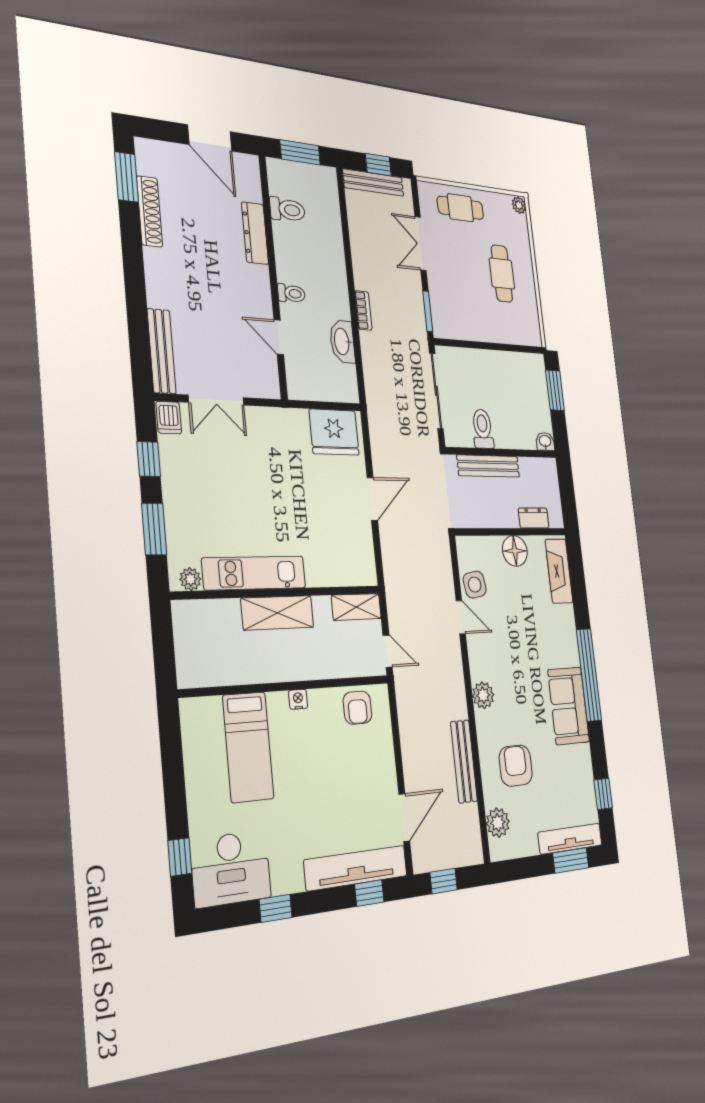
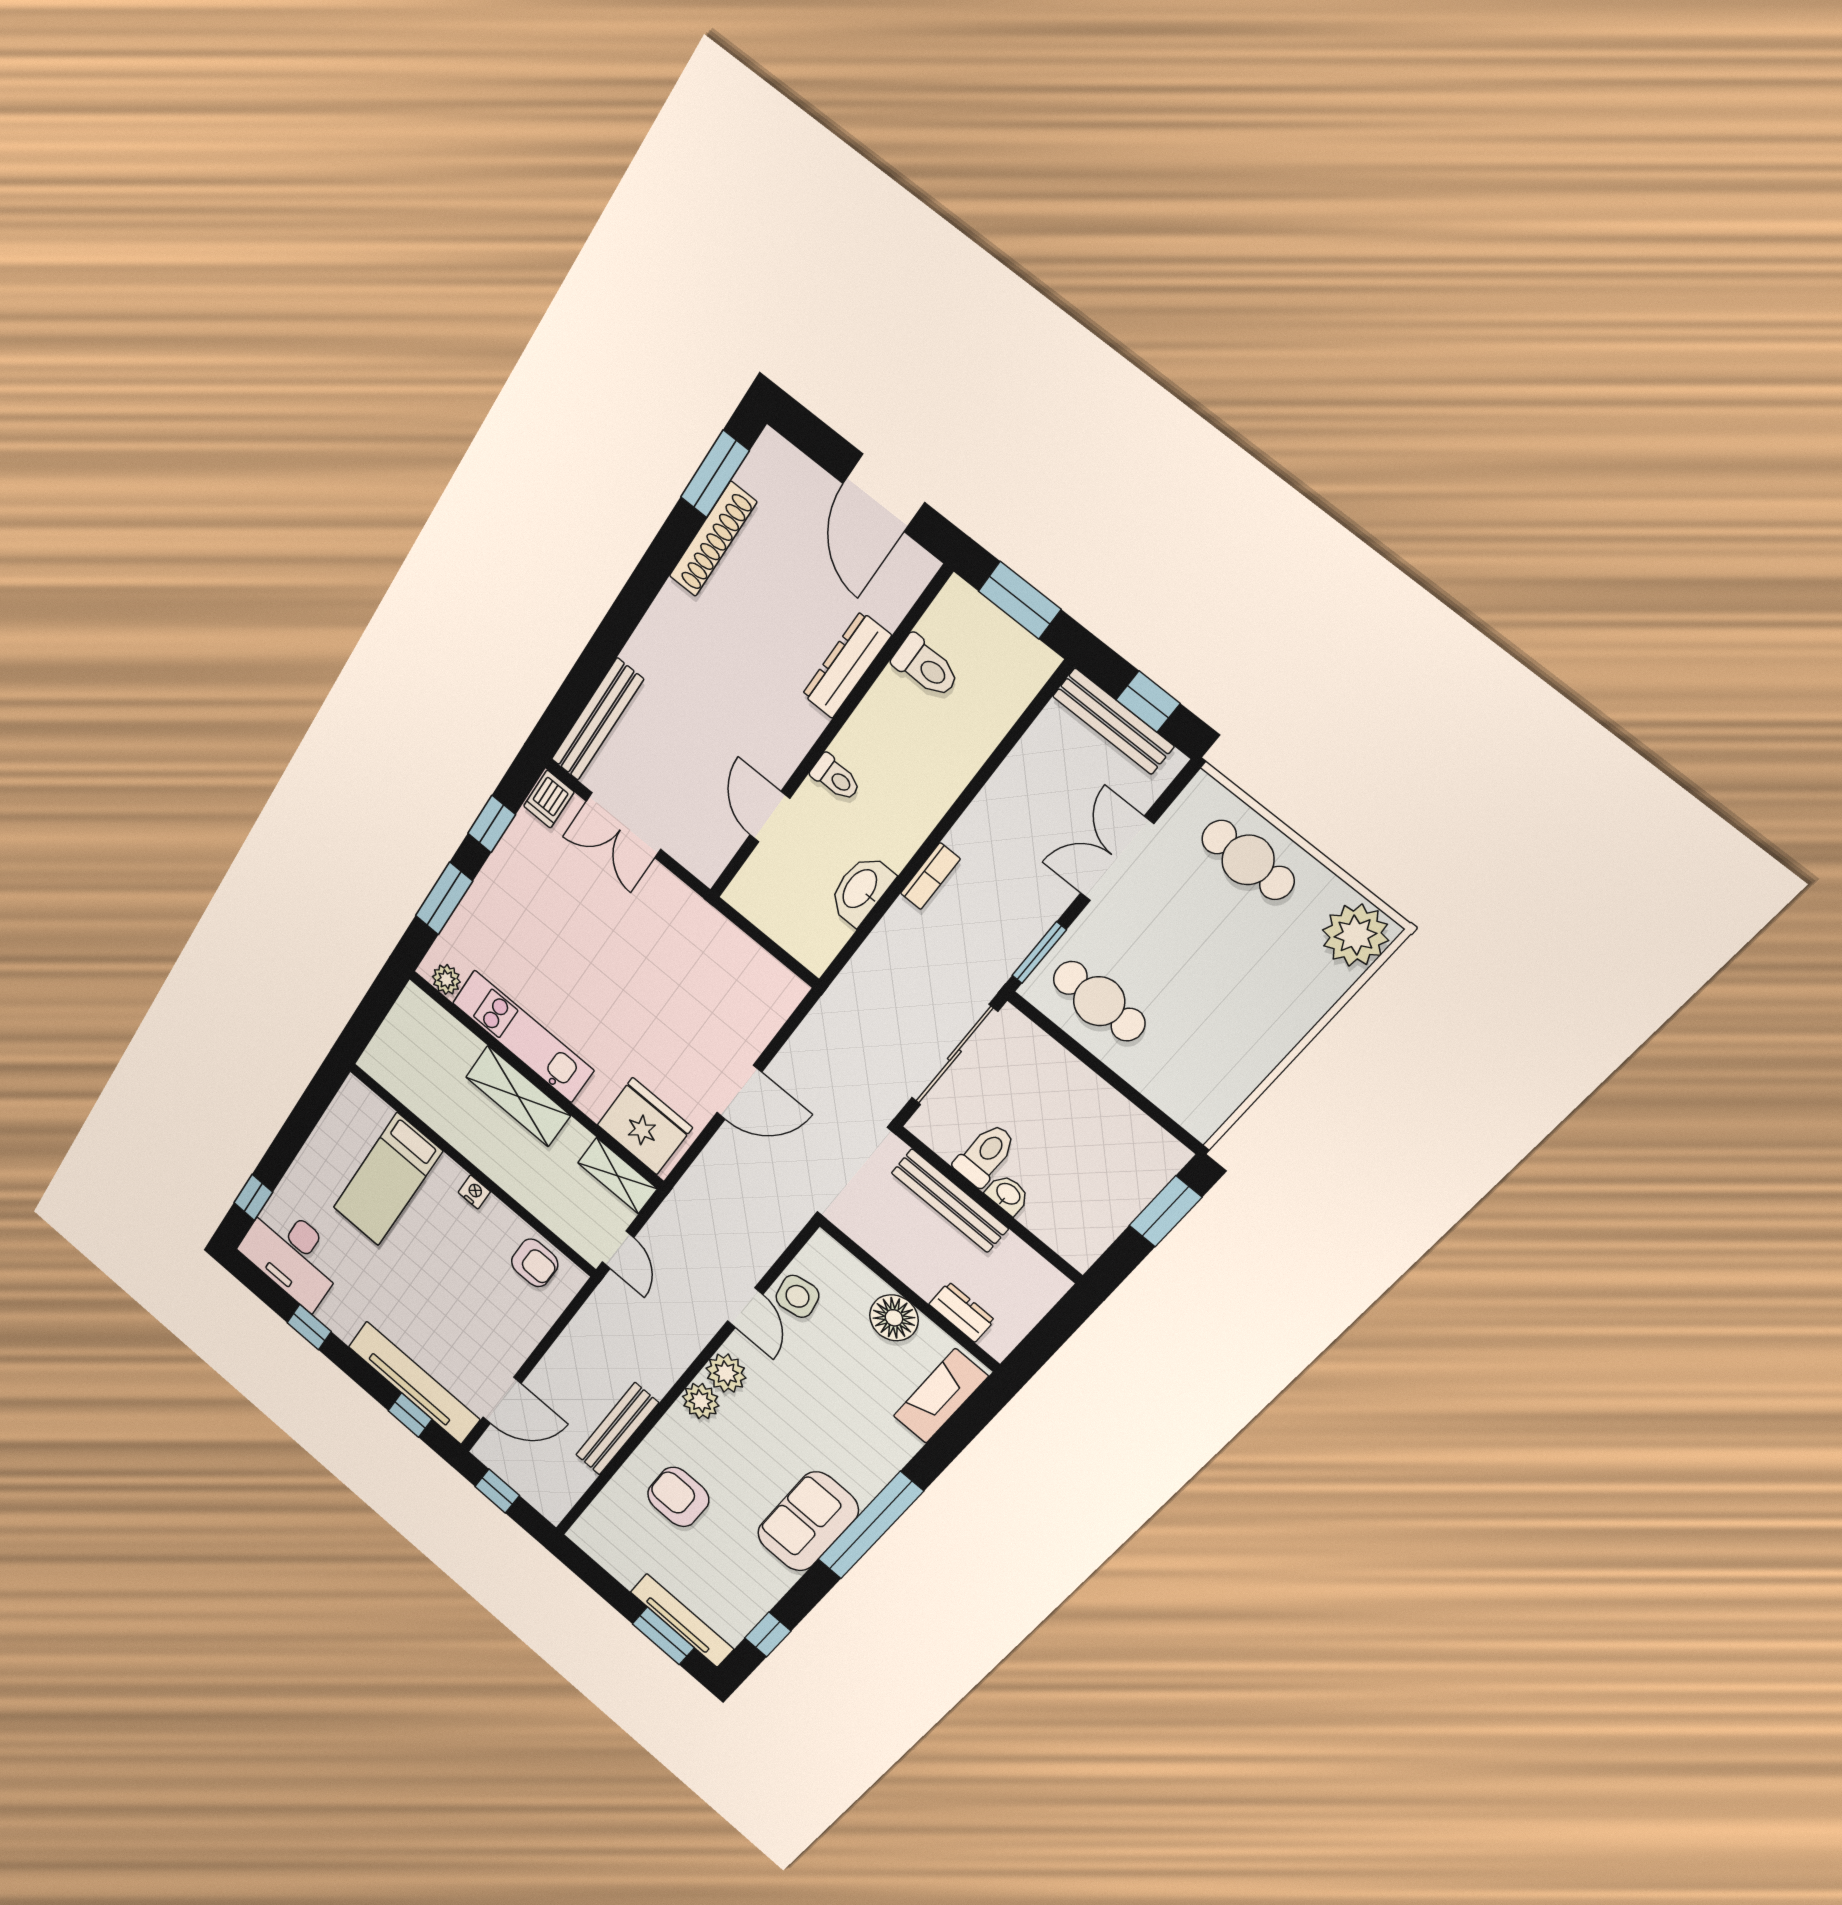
plant: (519, 205) -> (1355, 935), width x1.88, depth x1.88
cafe table: (502, 274) -> (1099, 1001), moved, turned 90
fridge: (334, 432) -> (645, 1126), moved, turned 180
washbasin: (545, 441) -> (1008, 1194), moved
armchair: (357, 708) -> (535, 1263), turned -90
armchair: (516, 766) -> (678, 1497), turned -90
plant: (498, 823) -> (726, 1373), moved

